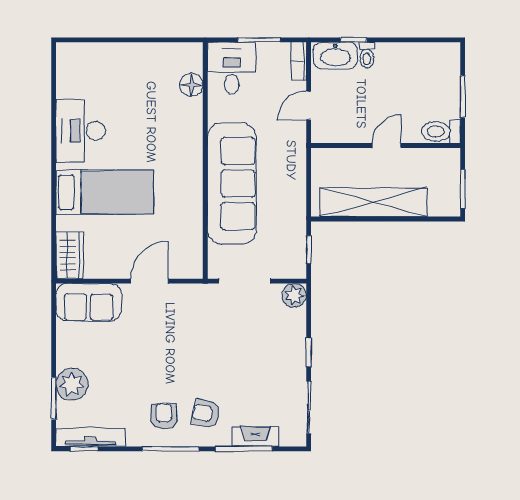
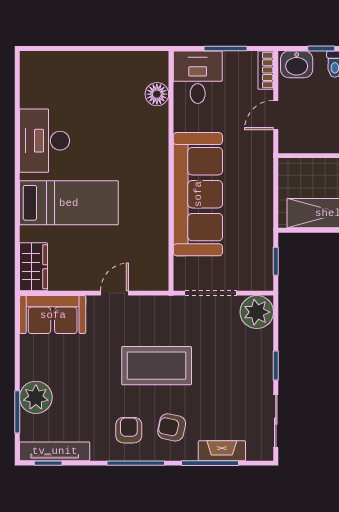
washbasin: (335, 55) -> (297, 64), width x0.72
door: (150, 281) -> (114, 293), width x0.73
plant: (294, 295) -> (257, 312), width x1.36, depth x1.36
coffee table: (191, 353) -> (157, 366), added

